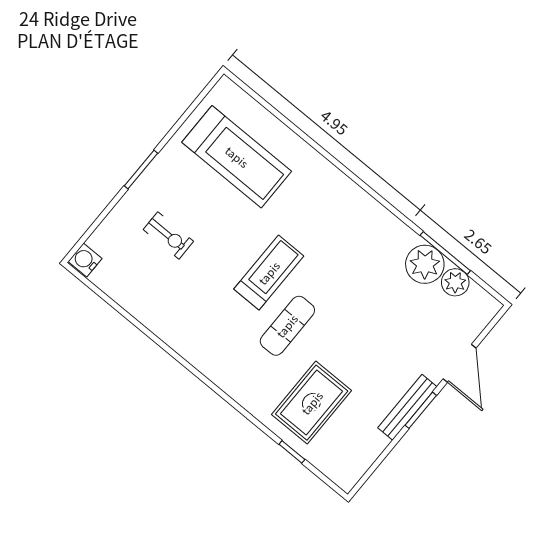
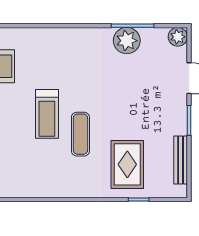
treadmill: (269, 273) -> (47, 114), turned 180
plant: (455, 282) -> (178, 37), moved
bench: (407, 407) -> (181, 160), moved

